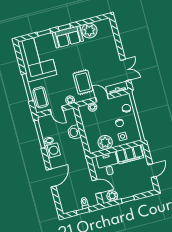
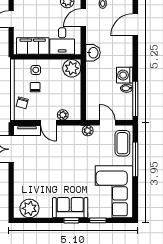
plant: (89, 31) -> (29, 208), moved
rug: (83, 82) -> (66, 148), removed
washbasin: (74, 132) -> (93, 53), moved
plant: (105, 142) -> (72, 68), moved
door: (51, 178) -> (135, 25), moved
door: (96, 187) -> (83, 18), hinge flipped

